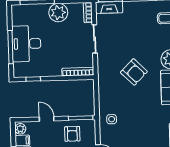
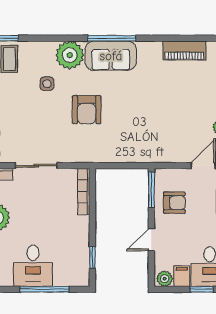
desk: (26, 44) -> (33, 266), width x0.73
armchair: (134, 72) -> (87, 110), turned 135
side table: (112, 119) -> (47, 84), moved

